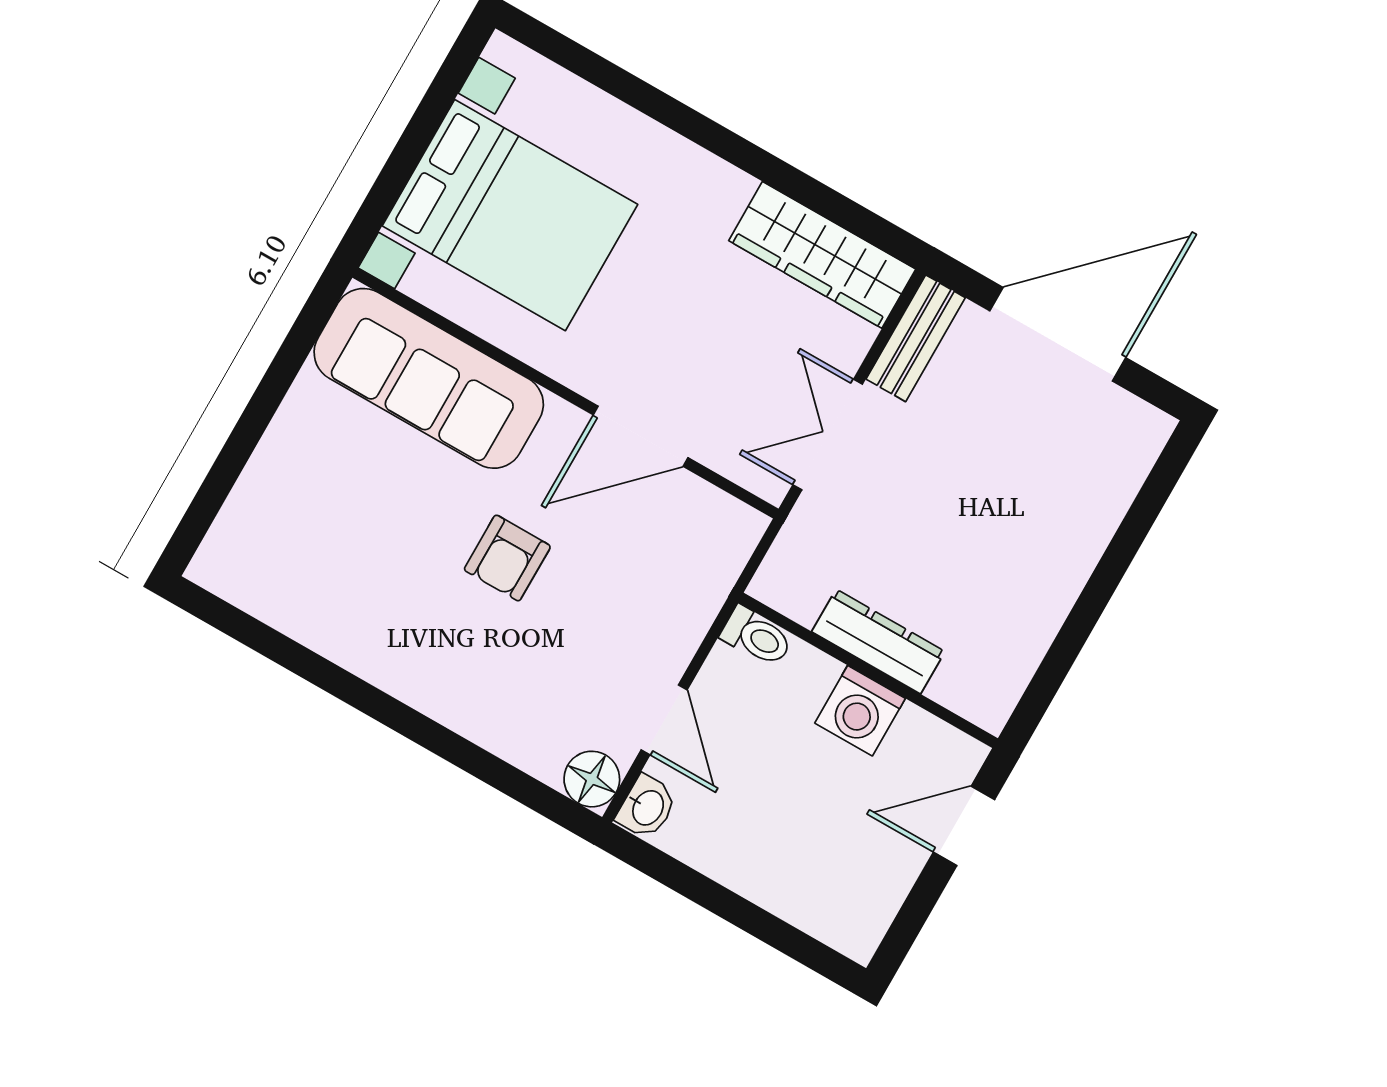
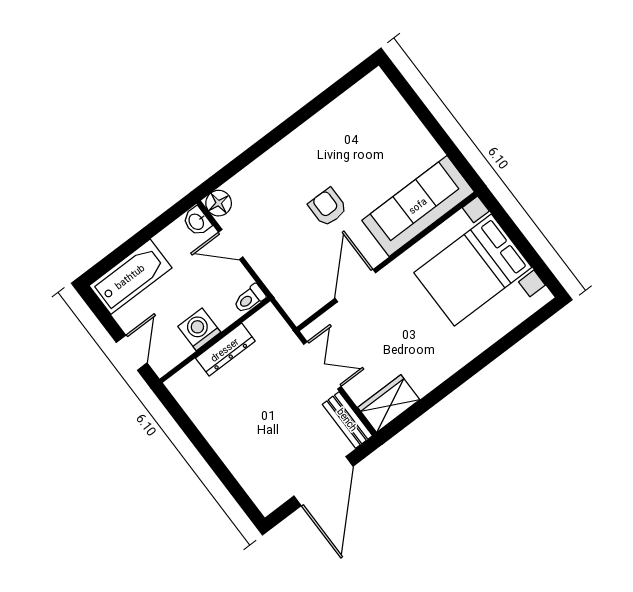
wardrobe: (822, 255) -> (389, 404), width x0.67
bathtub: (813, 893) -> (130, 277), added

